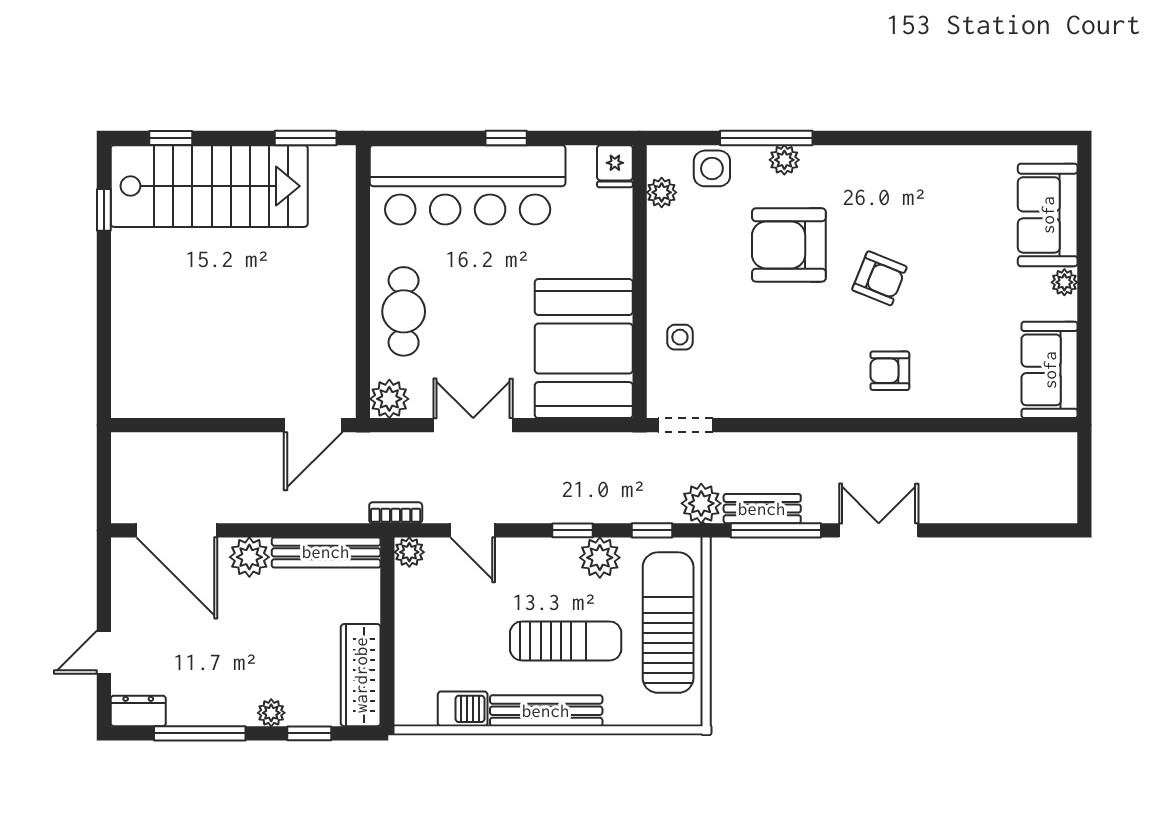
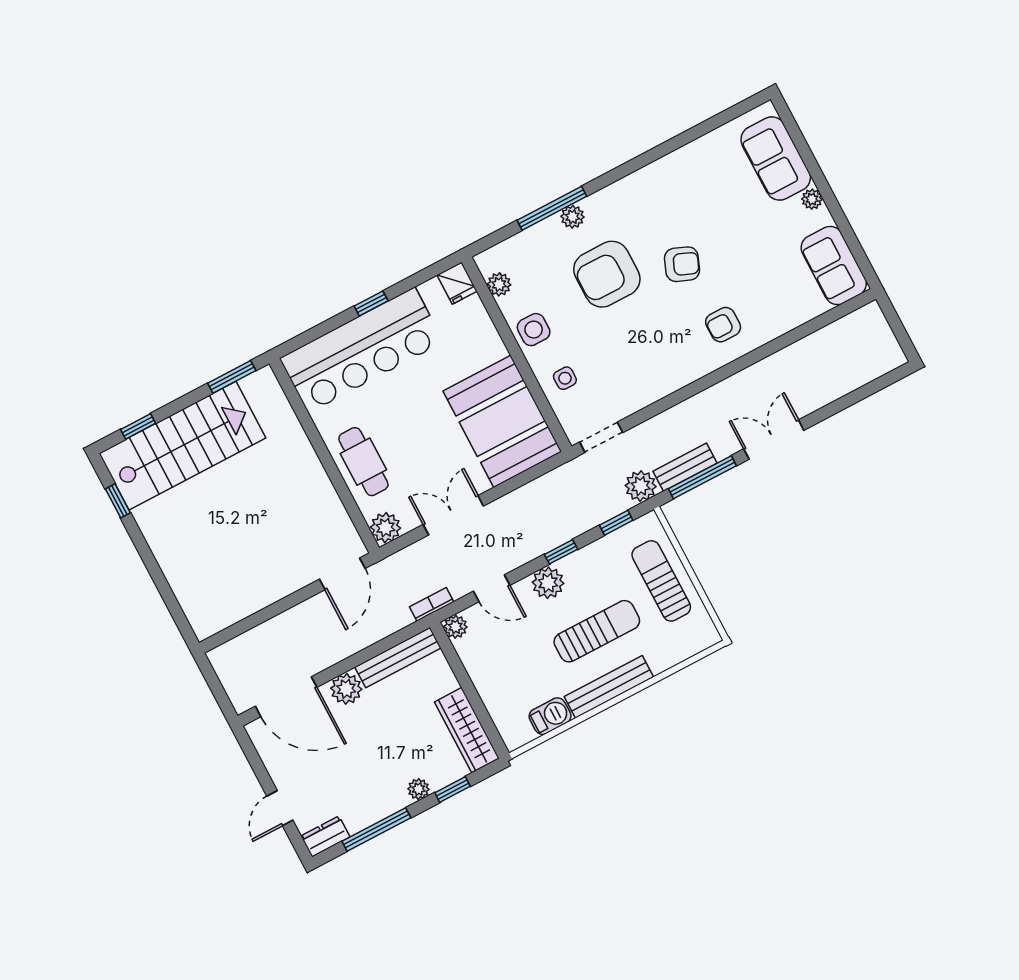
side table: (712, 168) -> (534, 330), moved
plant: (600, 558) -> (548, 583), moved
sun lounger: (668, 623) -> (661, 581), width x0.73, depth x0.75

